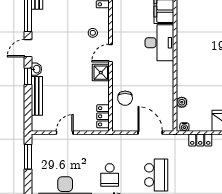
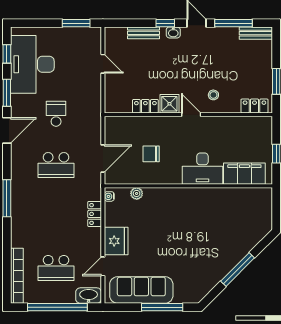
bench: (37, 96) -> (144, 33), width x0.73
chair: (125, 98) -> (151, 154), moved
locker: (103, 116) -> (145, 106), moved
school desk: (110, 175) -> (56, 114), turned 90

